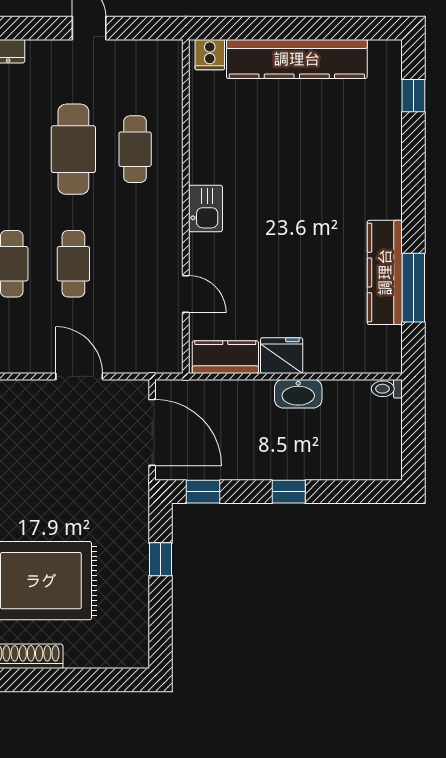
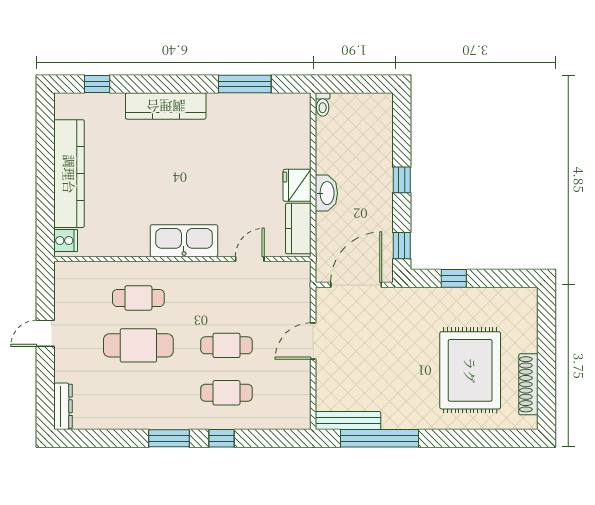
kitchen sink: (205, 208) -> (184, 241), width x1.88, depth x1.24
kitchen counter: (385, 272) -> (166, 106), moved
washbasin: (298, 394) -> (326, 193), moved

